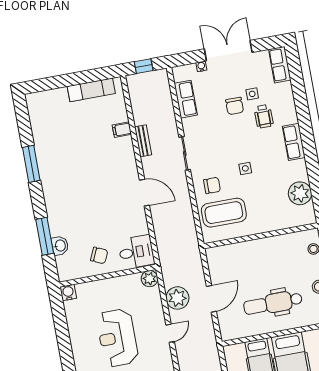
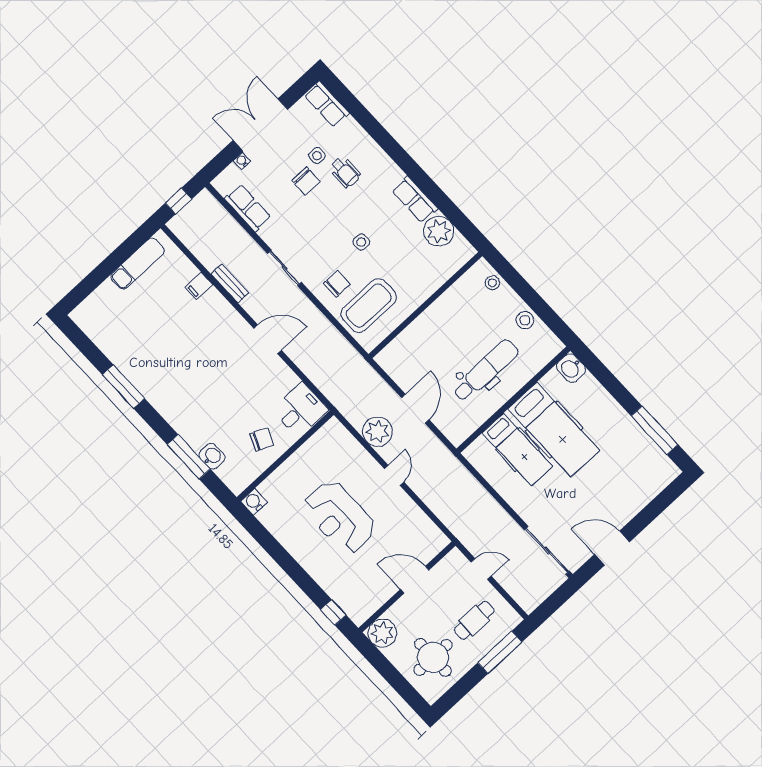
row of seats: (294, 142) -> (415, 200), moved
plant: (150, 279) -> (333, 430), removed
dental chair: (273, 303) -> (486, 371), turned 180

